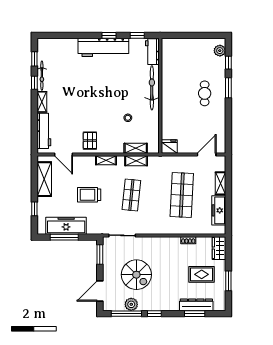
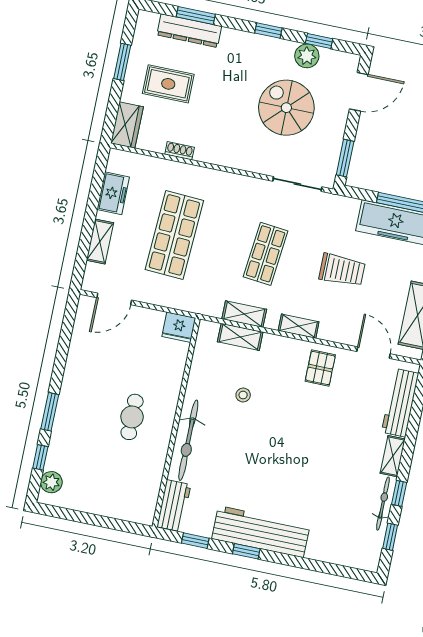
cafe table: (205, 93) -> (132, 417), moved
freezer: (219, 210) -> (113, 193), width x0.71
window: (126, 314) -> (319, 41), width x0.46

